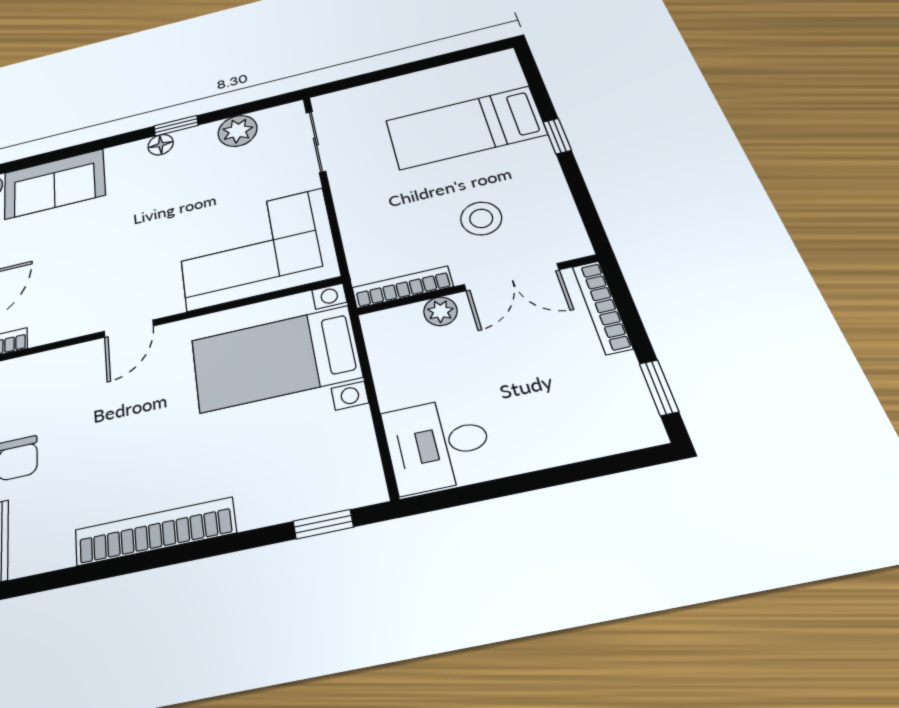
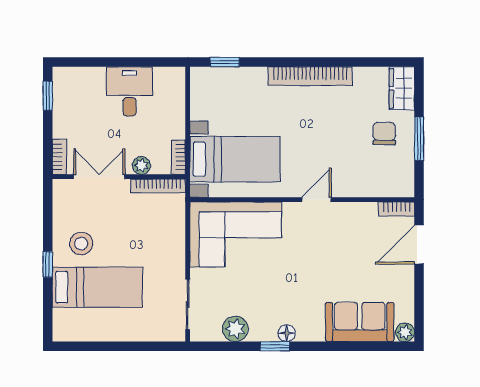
stool: (481, 218) -> (81, 244), moved
bookcase: (602, 307) -> (59, 157), width x0.64
bookcase: (377, 339) -> (178, 157), added
desk: (438, 444) -> (130, 91), moved, turned -90

